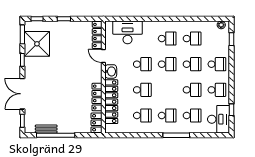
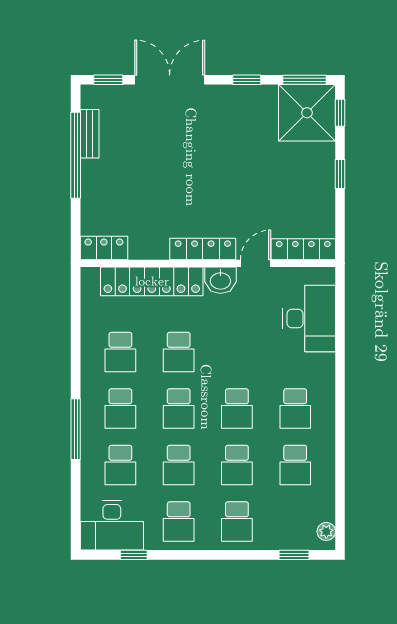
shower: (37, 44) -> (307, 113), moved
school desk: (142, 64) -> (179, 409), moved
locker: (97, 97) -> (203, 249), moved

